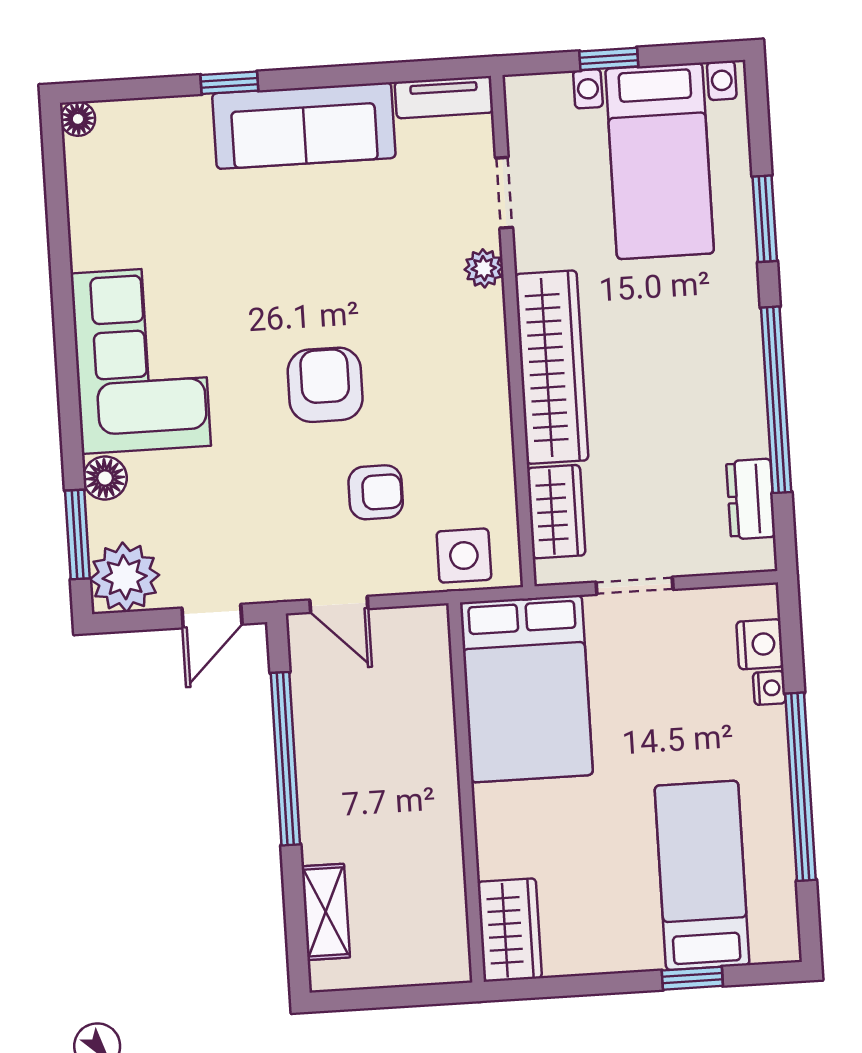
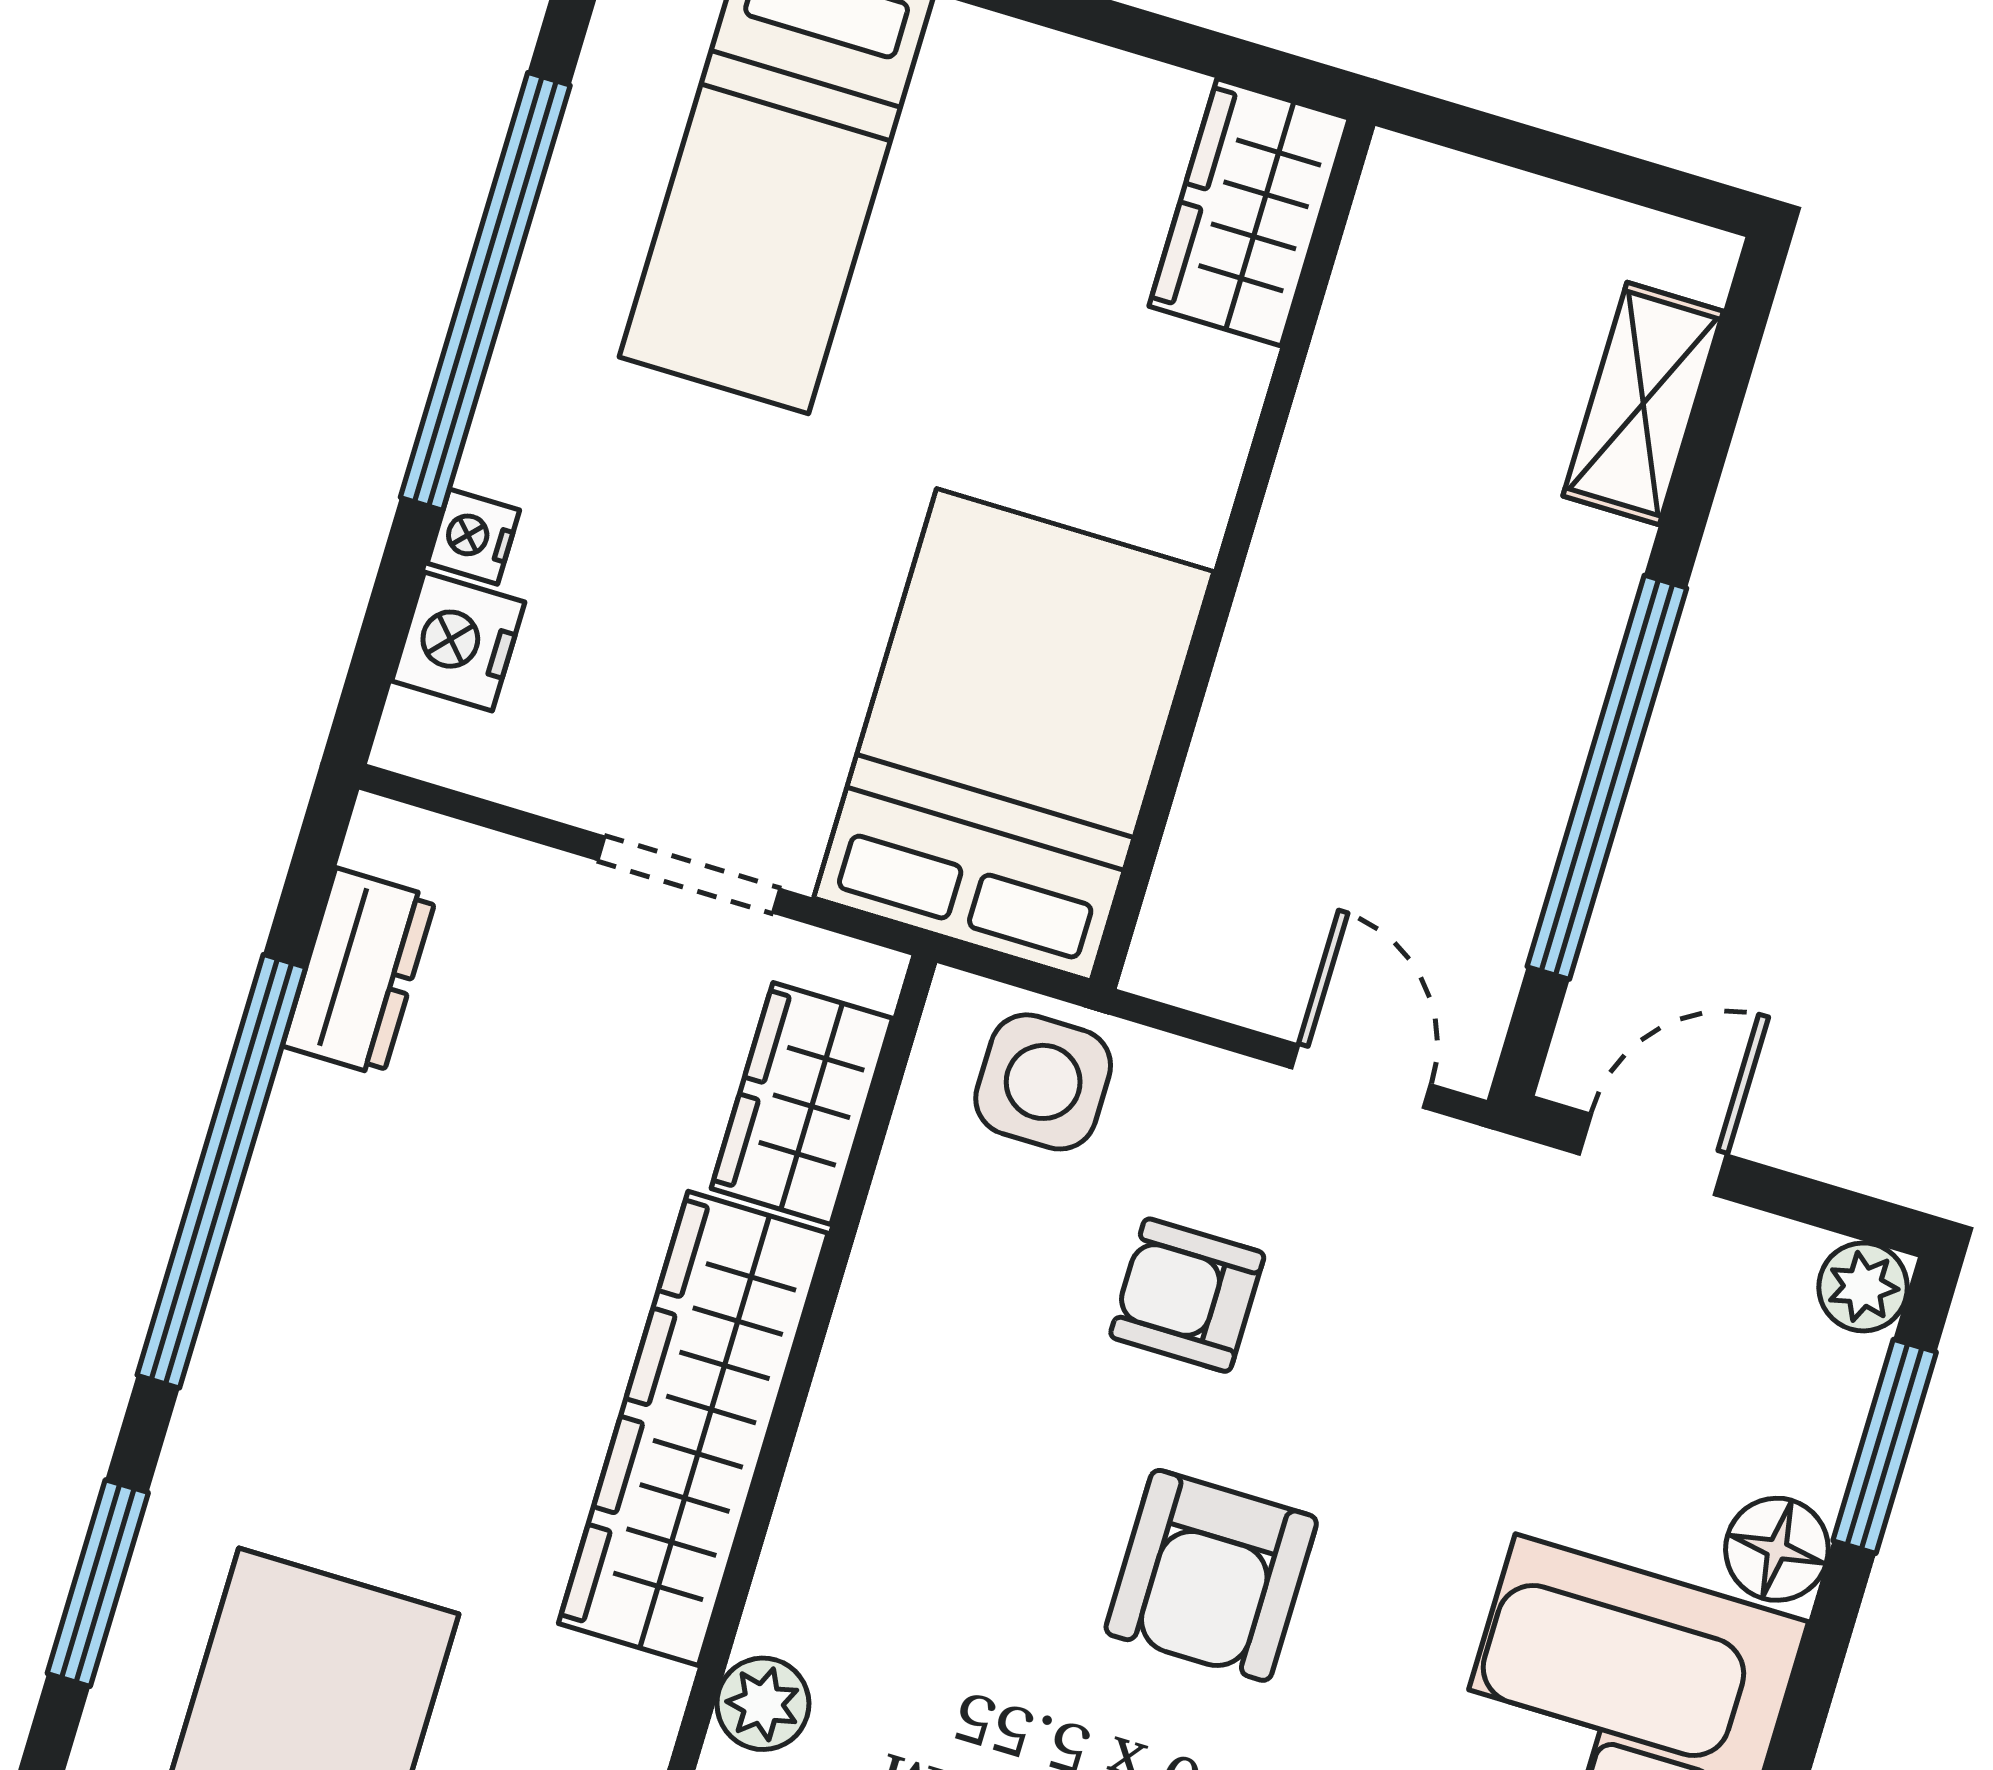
plant: (125, 577) -> (1863, 1287), width x0.53, depth x0.53

